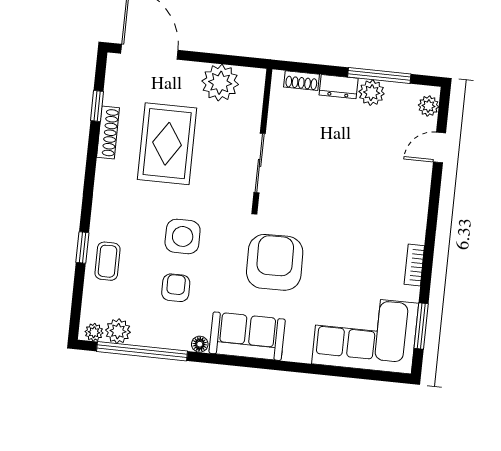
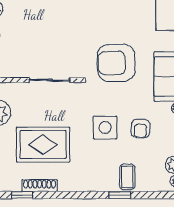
coffee table: (108, 261) -> (127, 177), turned 90
armchair: (176, 288) -> (141, 129), turned -86

